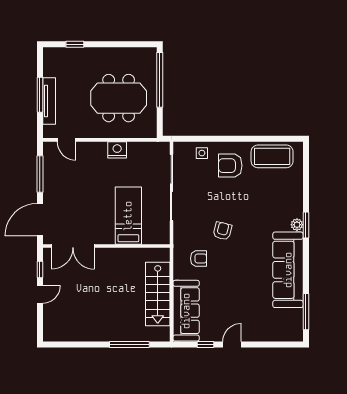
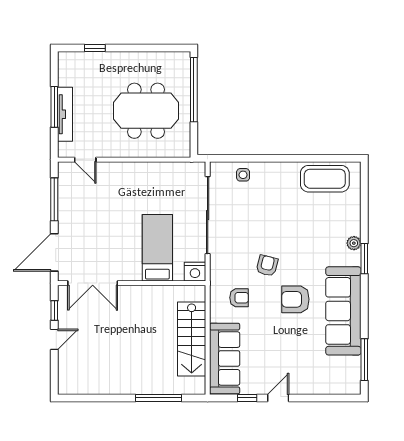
nightstand: (117, 150) -> (195, 272), moved, turned 180
armchair: (230, 166) -> (295, 299), moved
plant: (297, 225) -> (354, 243), moved

